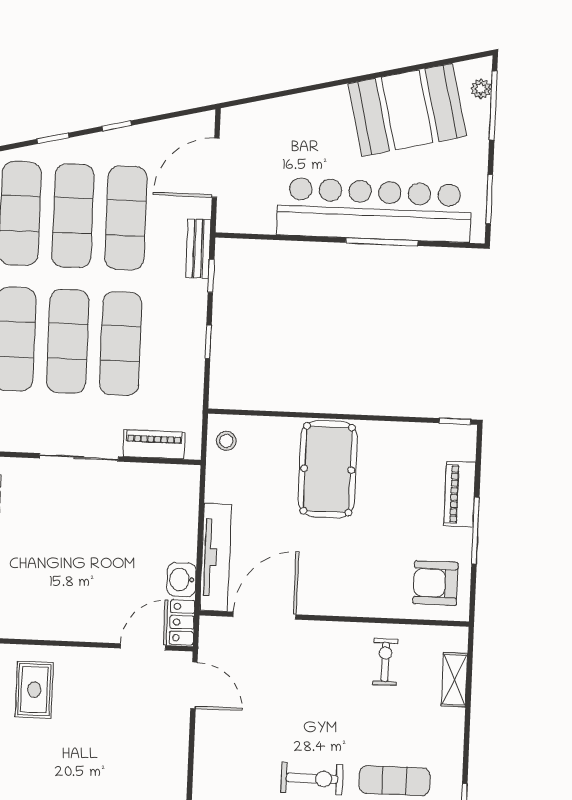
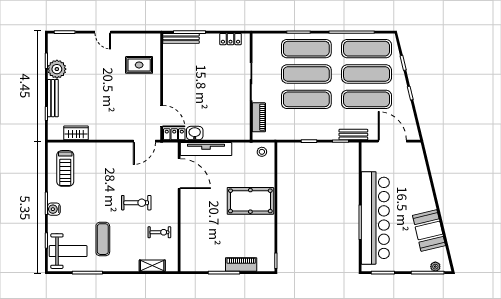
booth: (407, 110) -> (429, 230), width x0.73, depth x0.70
armchair: (435, 583) -> (198, 255), removed
exercise bike: (312, 778) -> (136, 203), moved, turned -90

